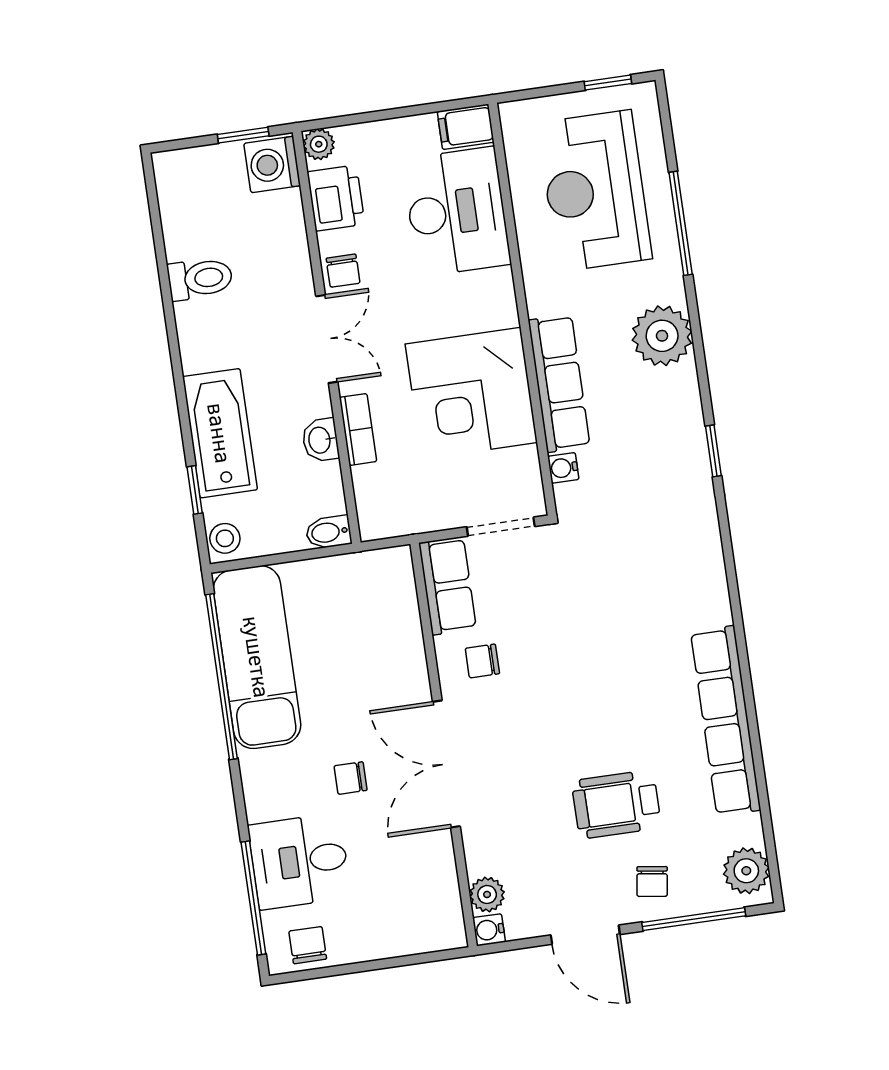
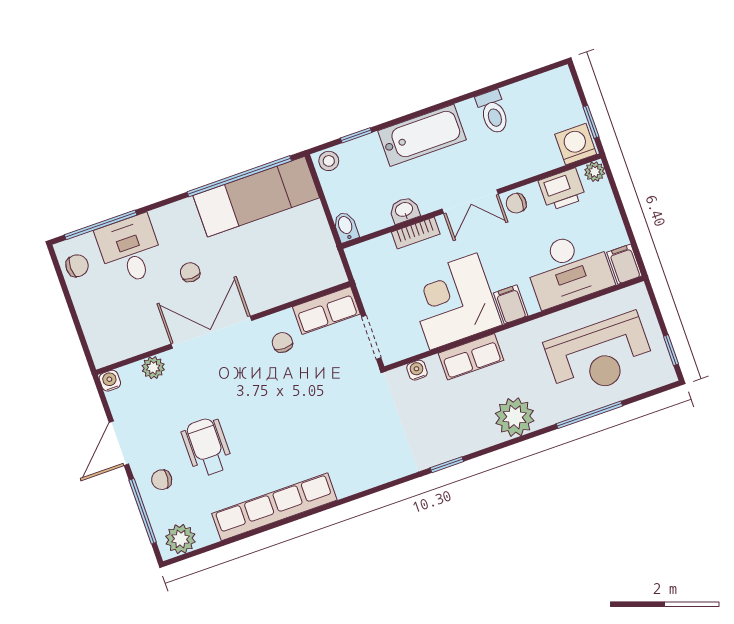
reception desk: (595, 191) -> (600, 355), turned 180
filing cabinet: (493, 309) -> (511, 304), added
row of seats: (559, 383) -> (471, 357), width x0.68
bathtub: (220, 433) -> (422, 135), moved
plant: (487, 894) -> (153, 368), moved

